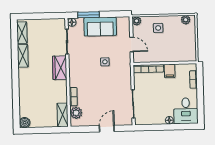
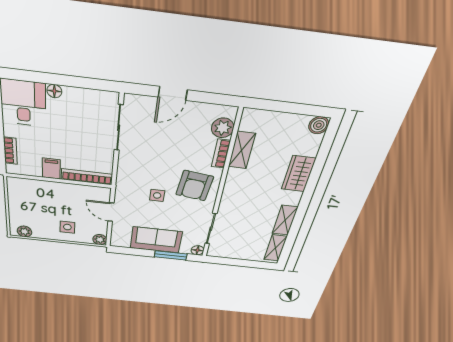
wardrobe: (60, 68) -> (299, 174), moved, turned 180
armchair: (84, 72) -> (195, 186), added
shelving: (63, 115) -> (242, 150), moved

